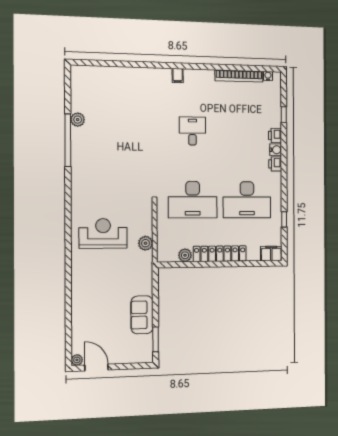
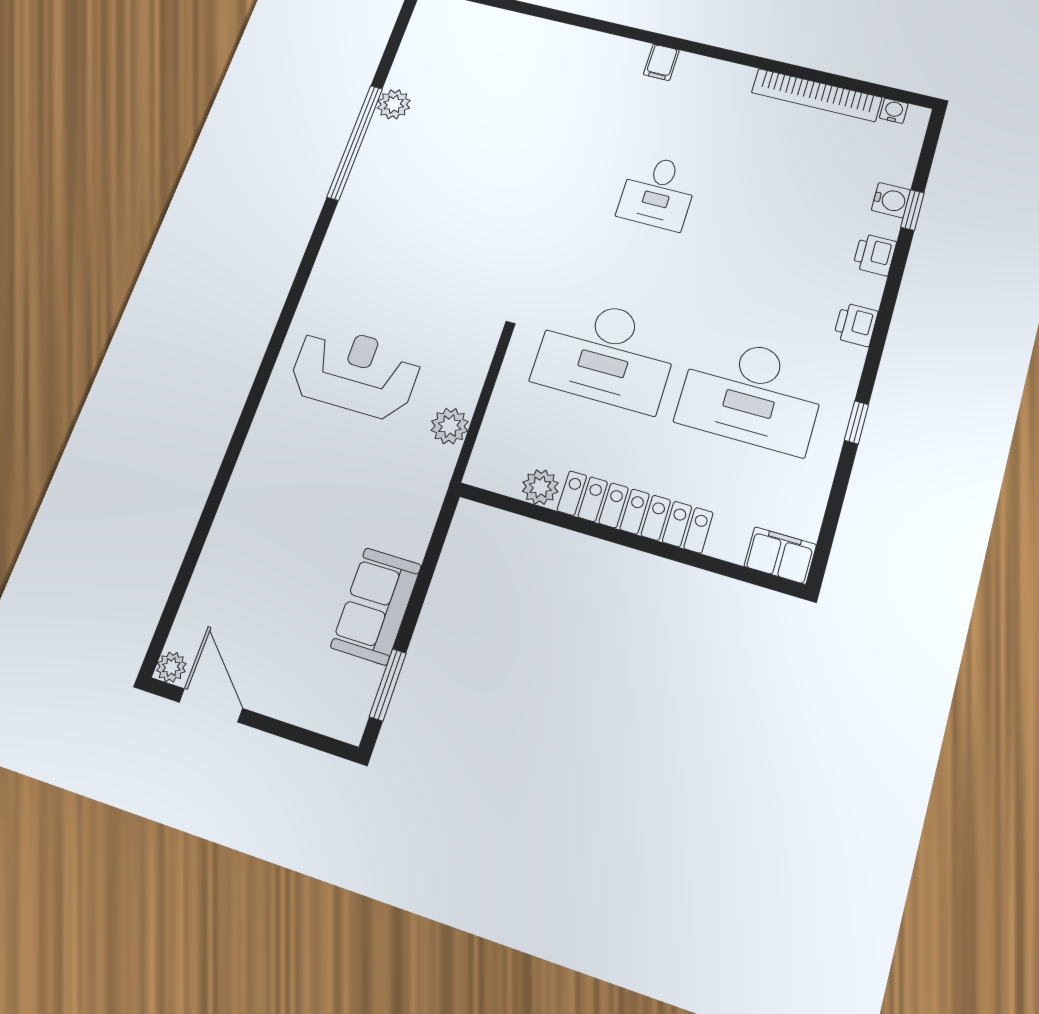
desk: (192, 131) -> (658, 192), turned 180
water cooler: (276, 150) -> (891, 200), moved
window: (284, 219) -> (856, 422), moved

